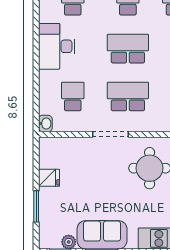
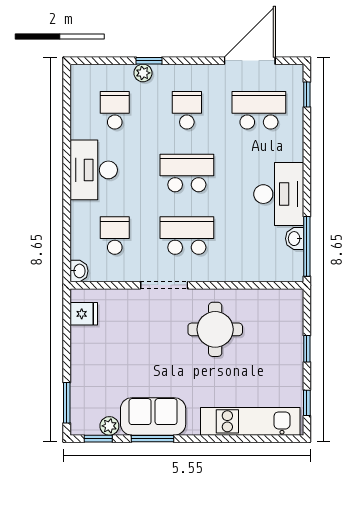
fridge: (49, 178) -> (84, 314), moved
window: (36, 206) -> (67, 403), moved

